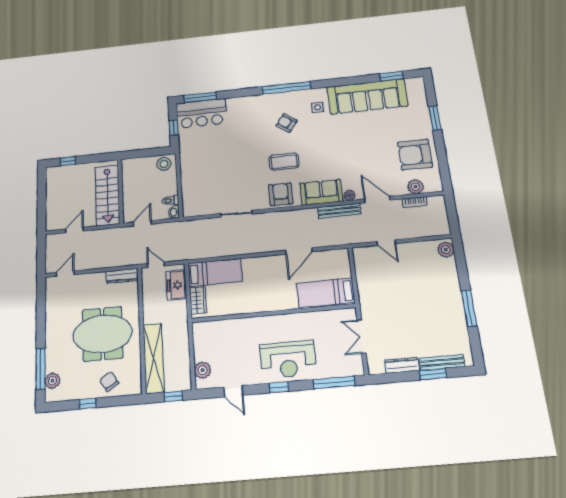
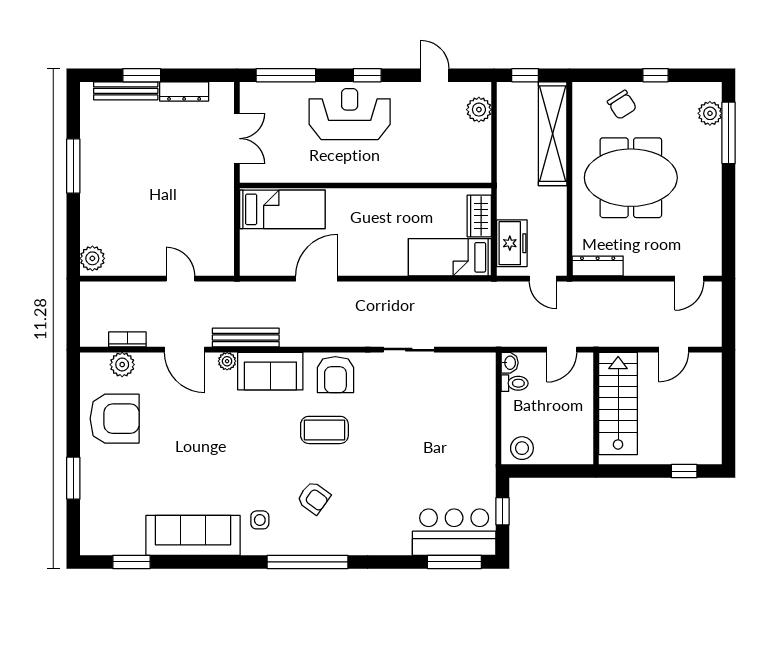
sofa: (367, 96) -> (193, 535), width x0.74, depth x0.79

